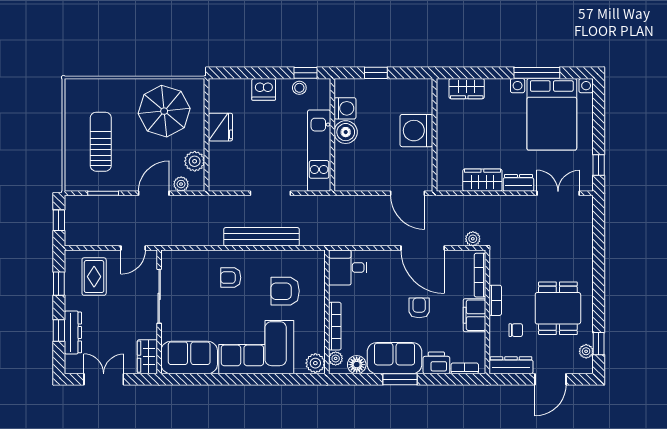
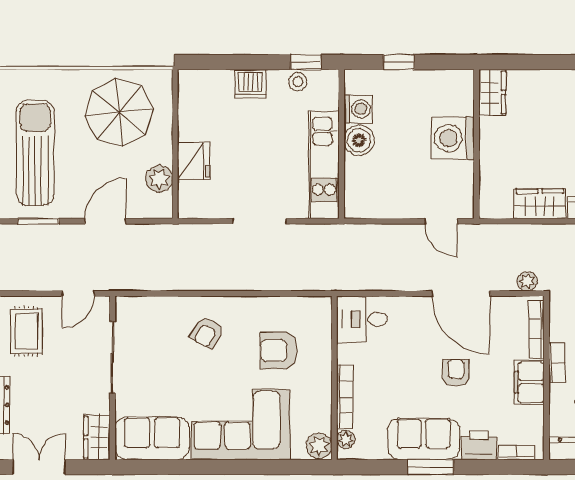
wardrobe: (467, 89) -> (492, 92), moved, turned -90
fridge: (220, 127) -> (193, 161), moved
sun lounger: (101, 142) -> (35, 153), width x1.36, depth x1.34
plant: (181, 184) -> (141, 209), removed
door: (408, 193) -> (441, 221), width x0.73
bench: (261, 237) -> (248, 279), removed
armchair: (231, 278) -> (207, 333), turned -60
floor lamp: (357, 365) -> (374, 448), removed

